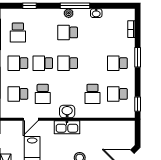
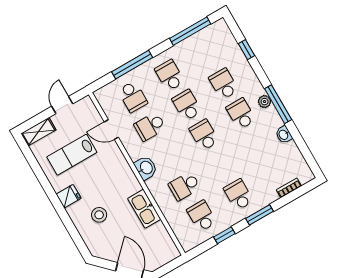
school desk: (18, 32) -> (224, 84), moved, turned 90
school desk: (18, 94) -> (133, 97), turned 180
window: (138, 104) -> (224, 235), moved
kitchen sink: (67, 127) -> (144, 209), moved

